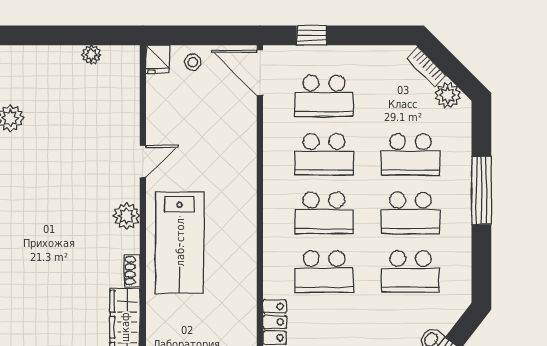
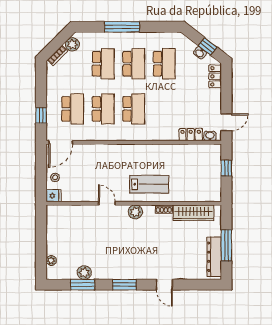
plant: (91, 55) -> (51, 261), moved
lab bench: (180, 242) -> (149, 184), width x0.73, depth x0.72
school desk: (324, 271) -> (164, 109), removed

